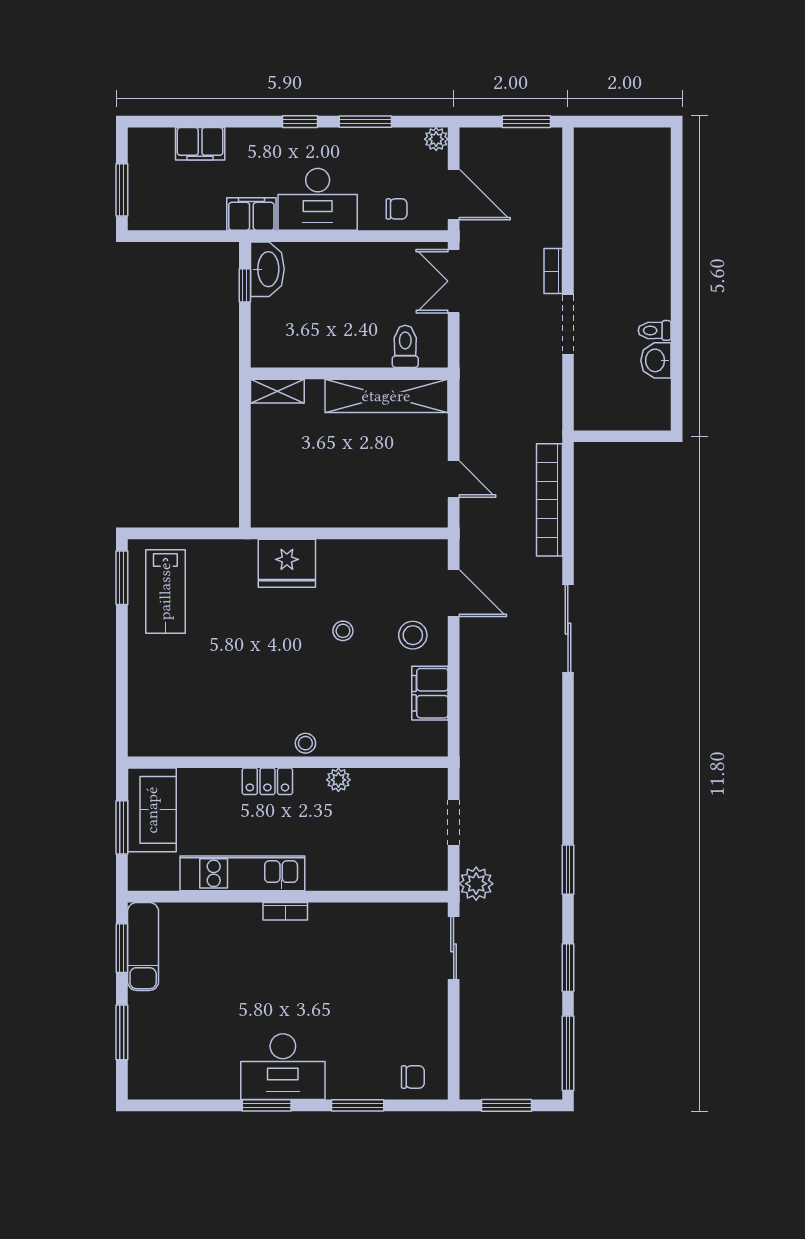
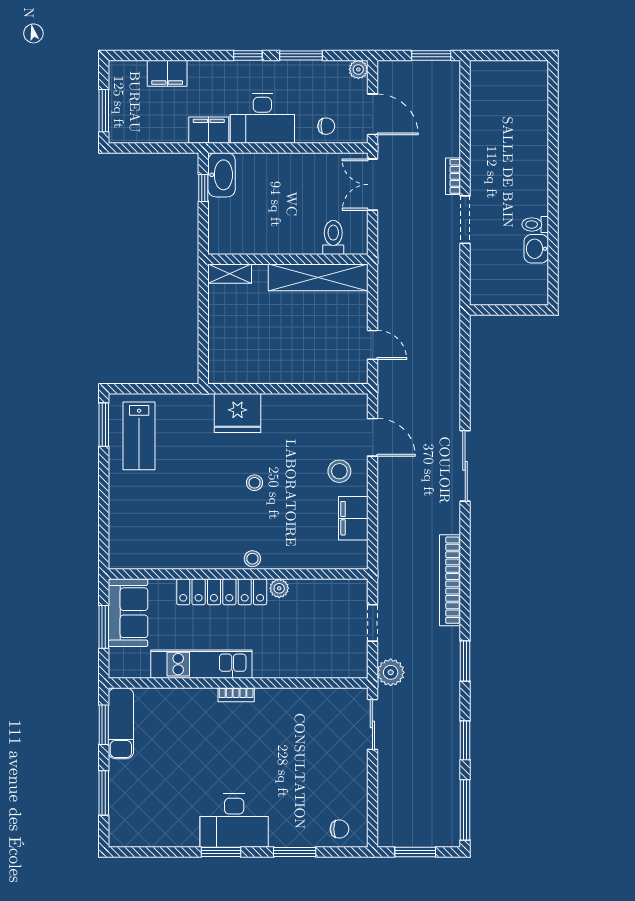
bookcase: (549, 500) -> (450, 580), moved
stool: (343, 631) -> (254, 483), moved
locker: (267, 781) -> (222, 592), width x2.16, depth x1.21

